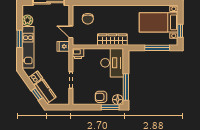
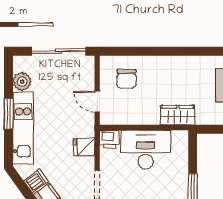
wardrobe: (112, 40) -> (178, 115), width x0.67
fridge: (63, 46) -> (84, 147), moved
desk: (112, 63) -> (146, 150), moved, turned -90

